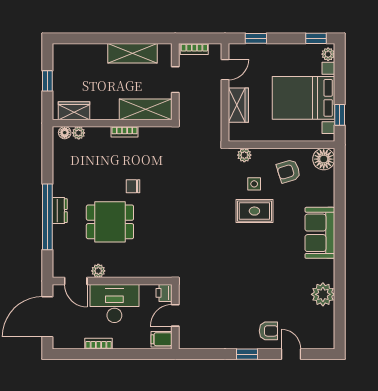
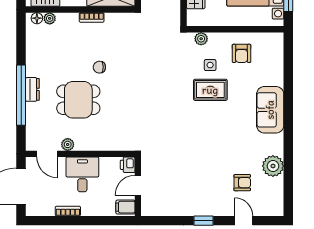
floor lamp: (324, 159) -> (274, 42), removed
armchair: (289, 171) -> (242, 53), turned -73
desk: (114, 303) -> (82, 174), width x0.73
armchair: (268, 331) -> (242, 183), moved

